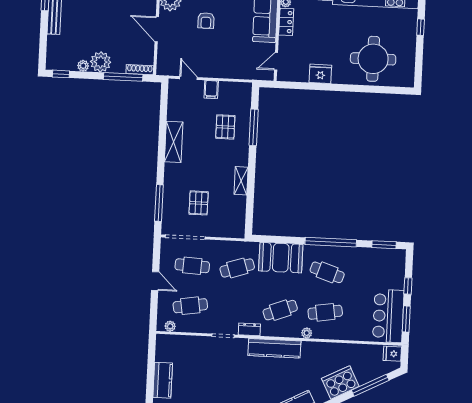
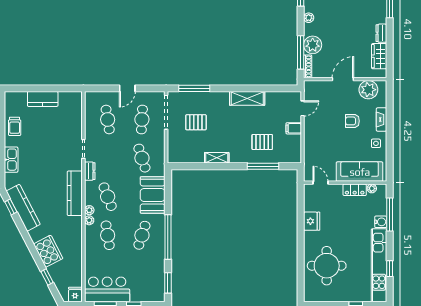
plant: (101, 62) -> (313, 45), moved
plant: (170, 326) -> (89, 210), moved
window: (370, 385) -> (47, 277), width x0.46

